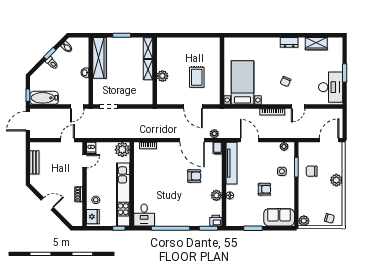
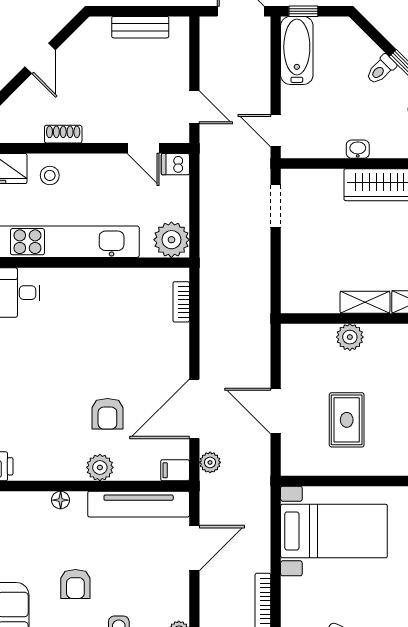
rug: (197, 77) -> (347, 420), turned 90
door: (193, 107) -> (276, 411), hinge flipped
plant: (216, 195) -> (100, 467), moved

